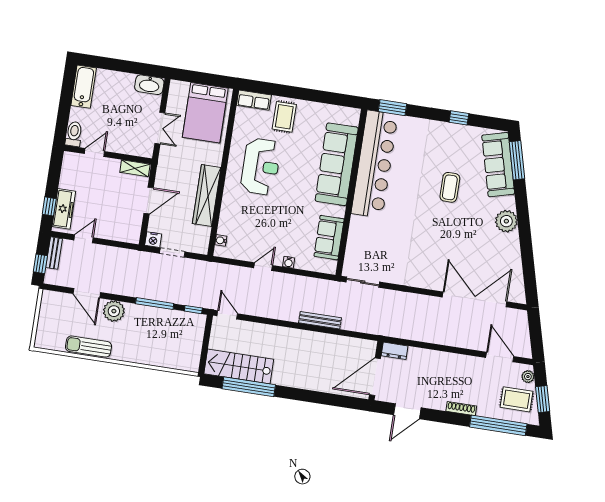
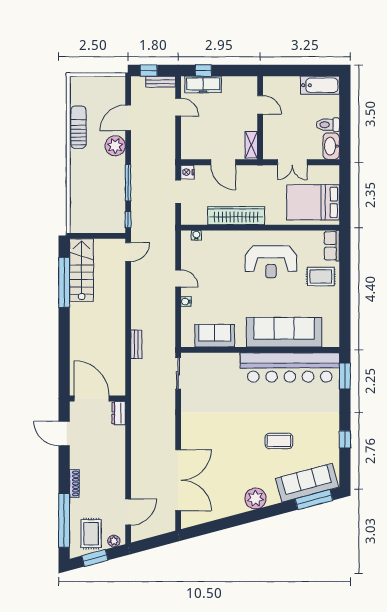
toilet: (74, 134) -> (328, 125), moved, turned 180
bench: (320, 320) -> (136, 344), width x0.73

